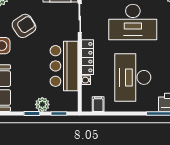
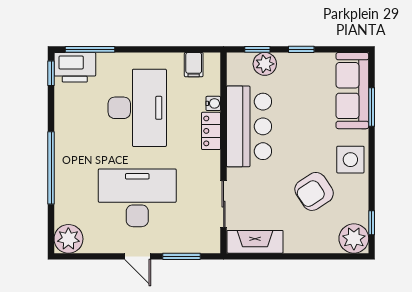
locker: (87, 57) -> (211, 131), width x0.66
plant: (42, 104) -> (265, 64), moved

